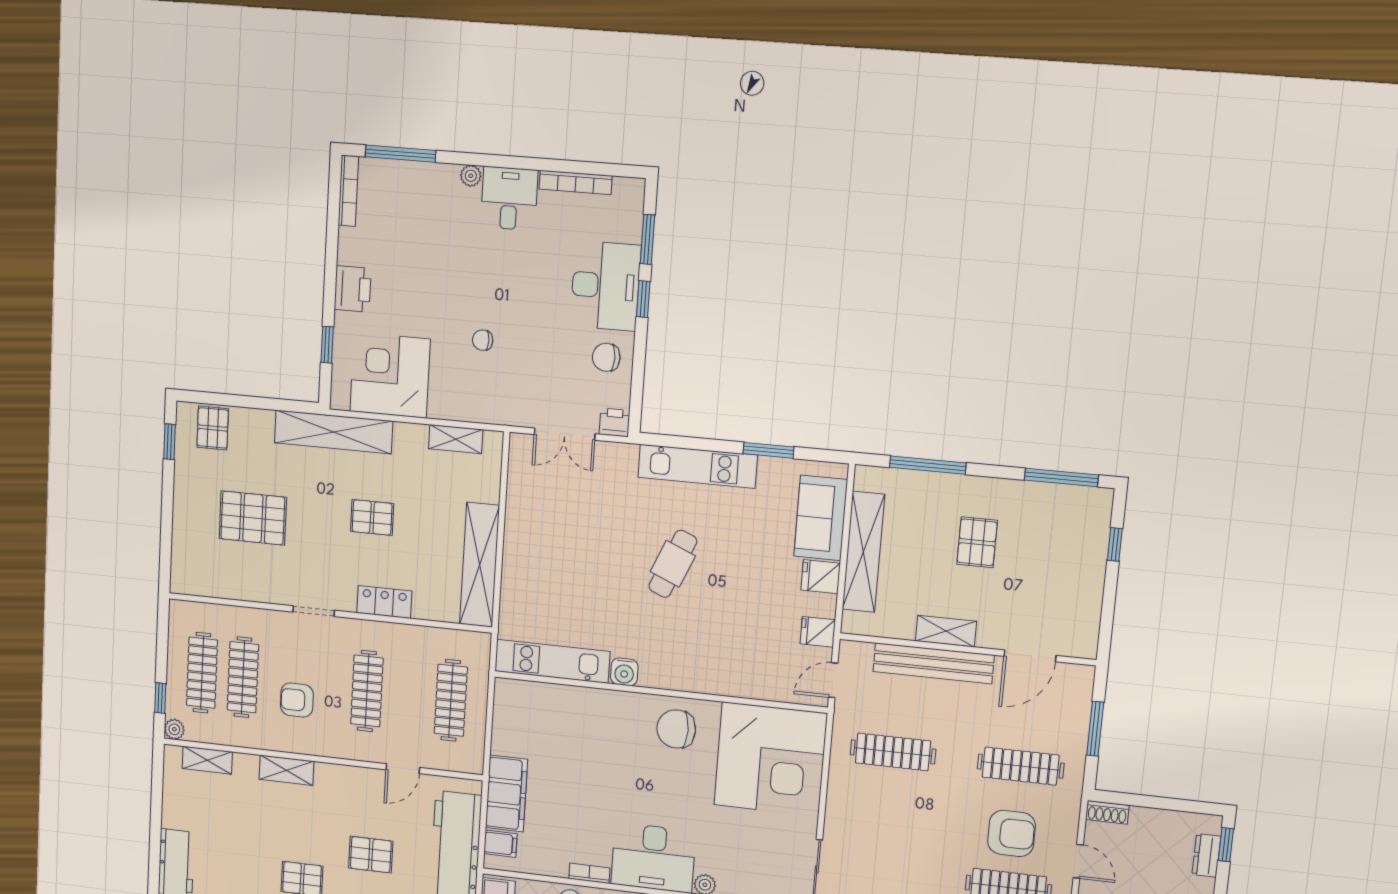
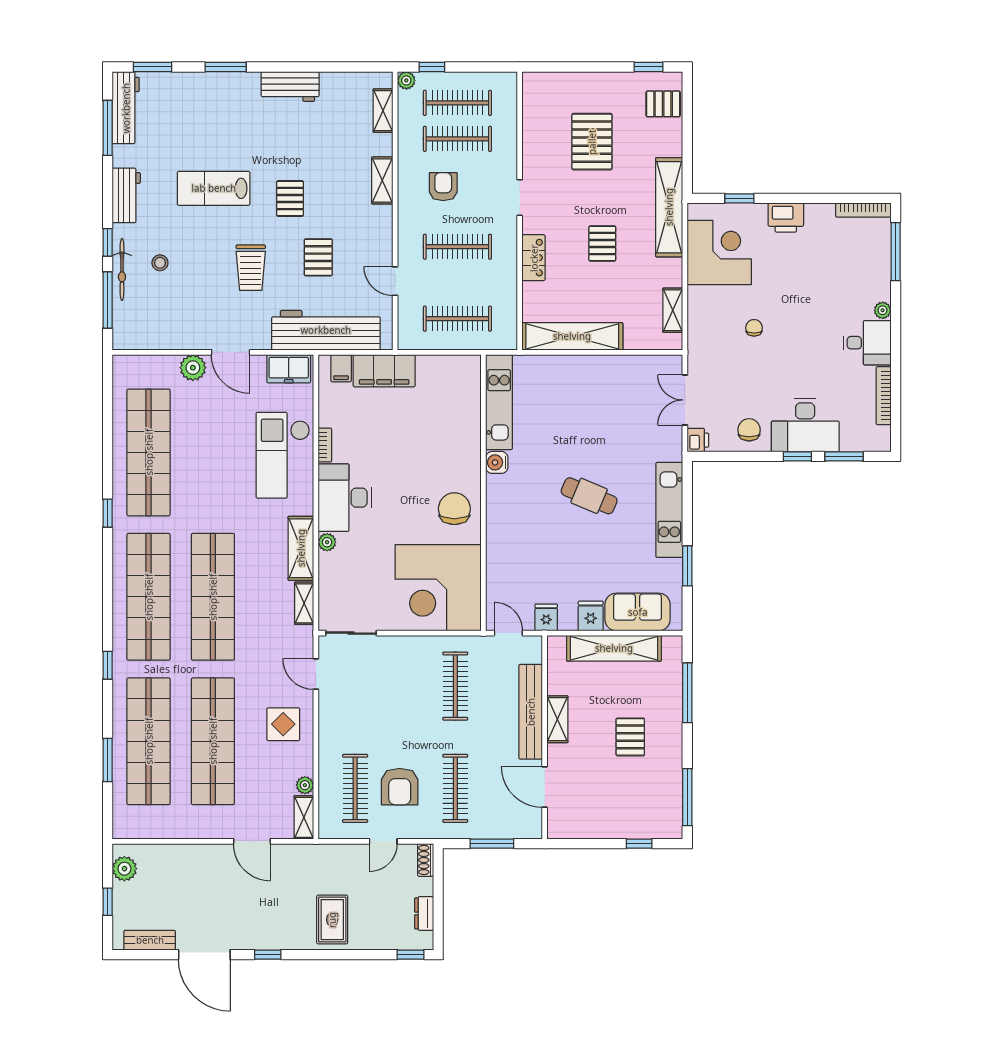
pallet: (977, 542) -> (630, 737), turned 90
dresser: (1206, 855) -> (424, 913), moved, turned -90

